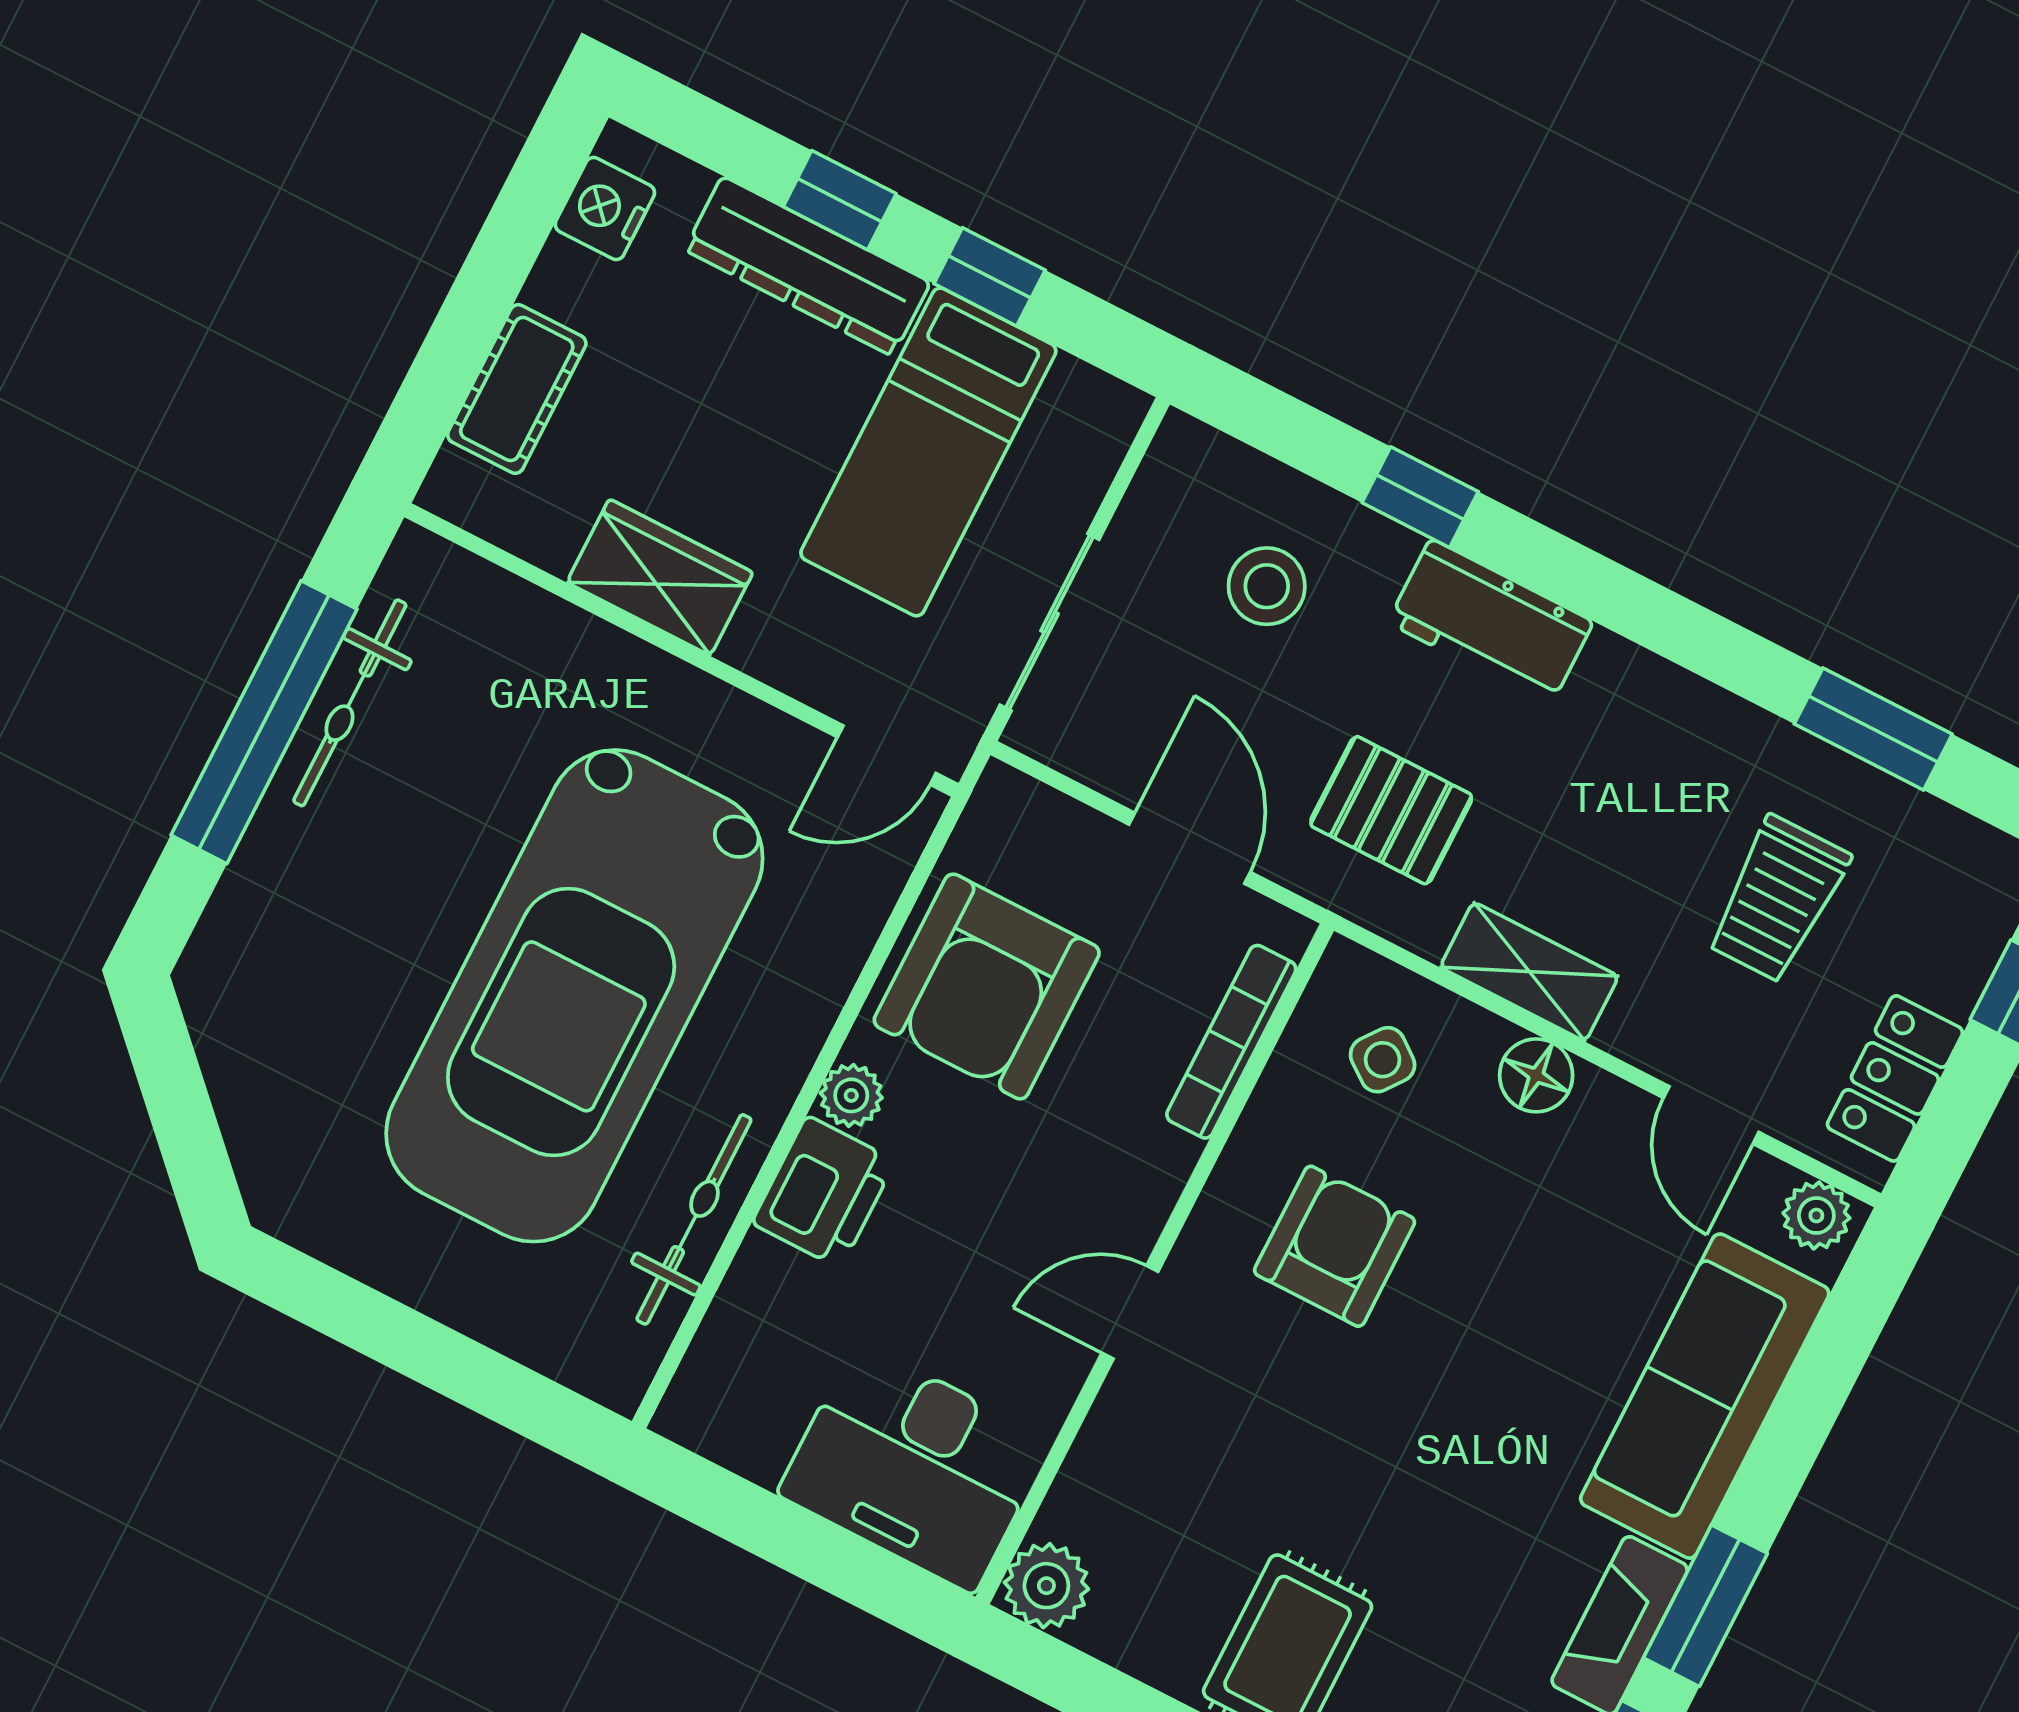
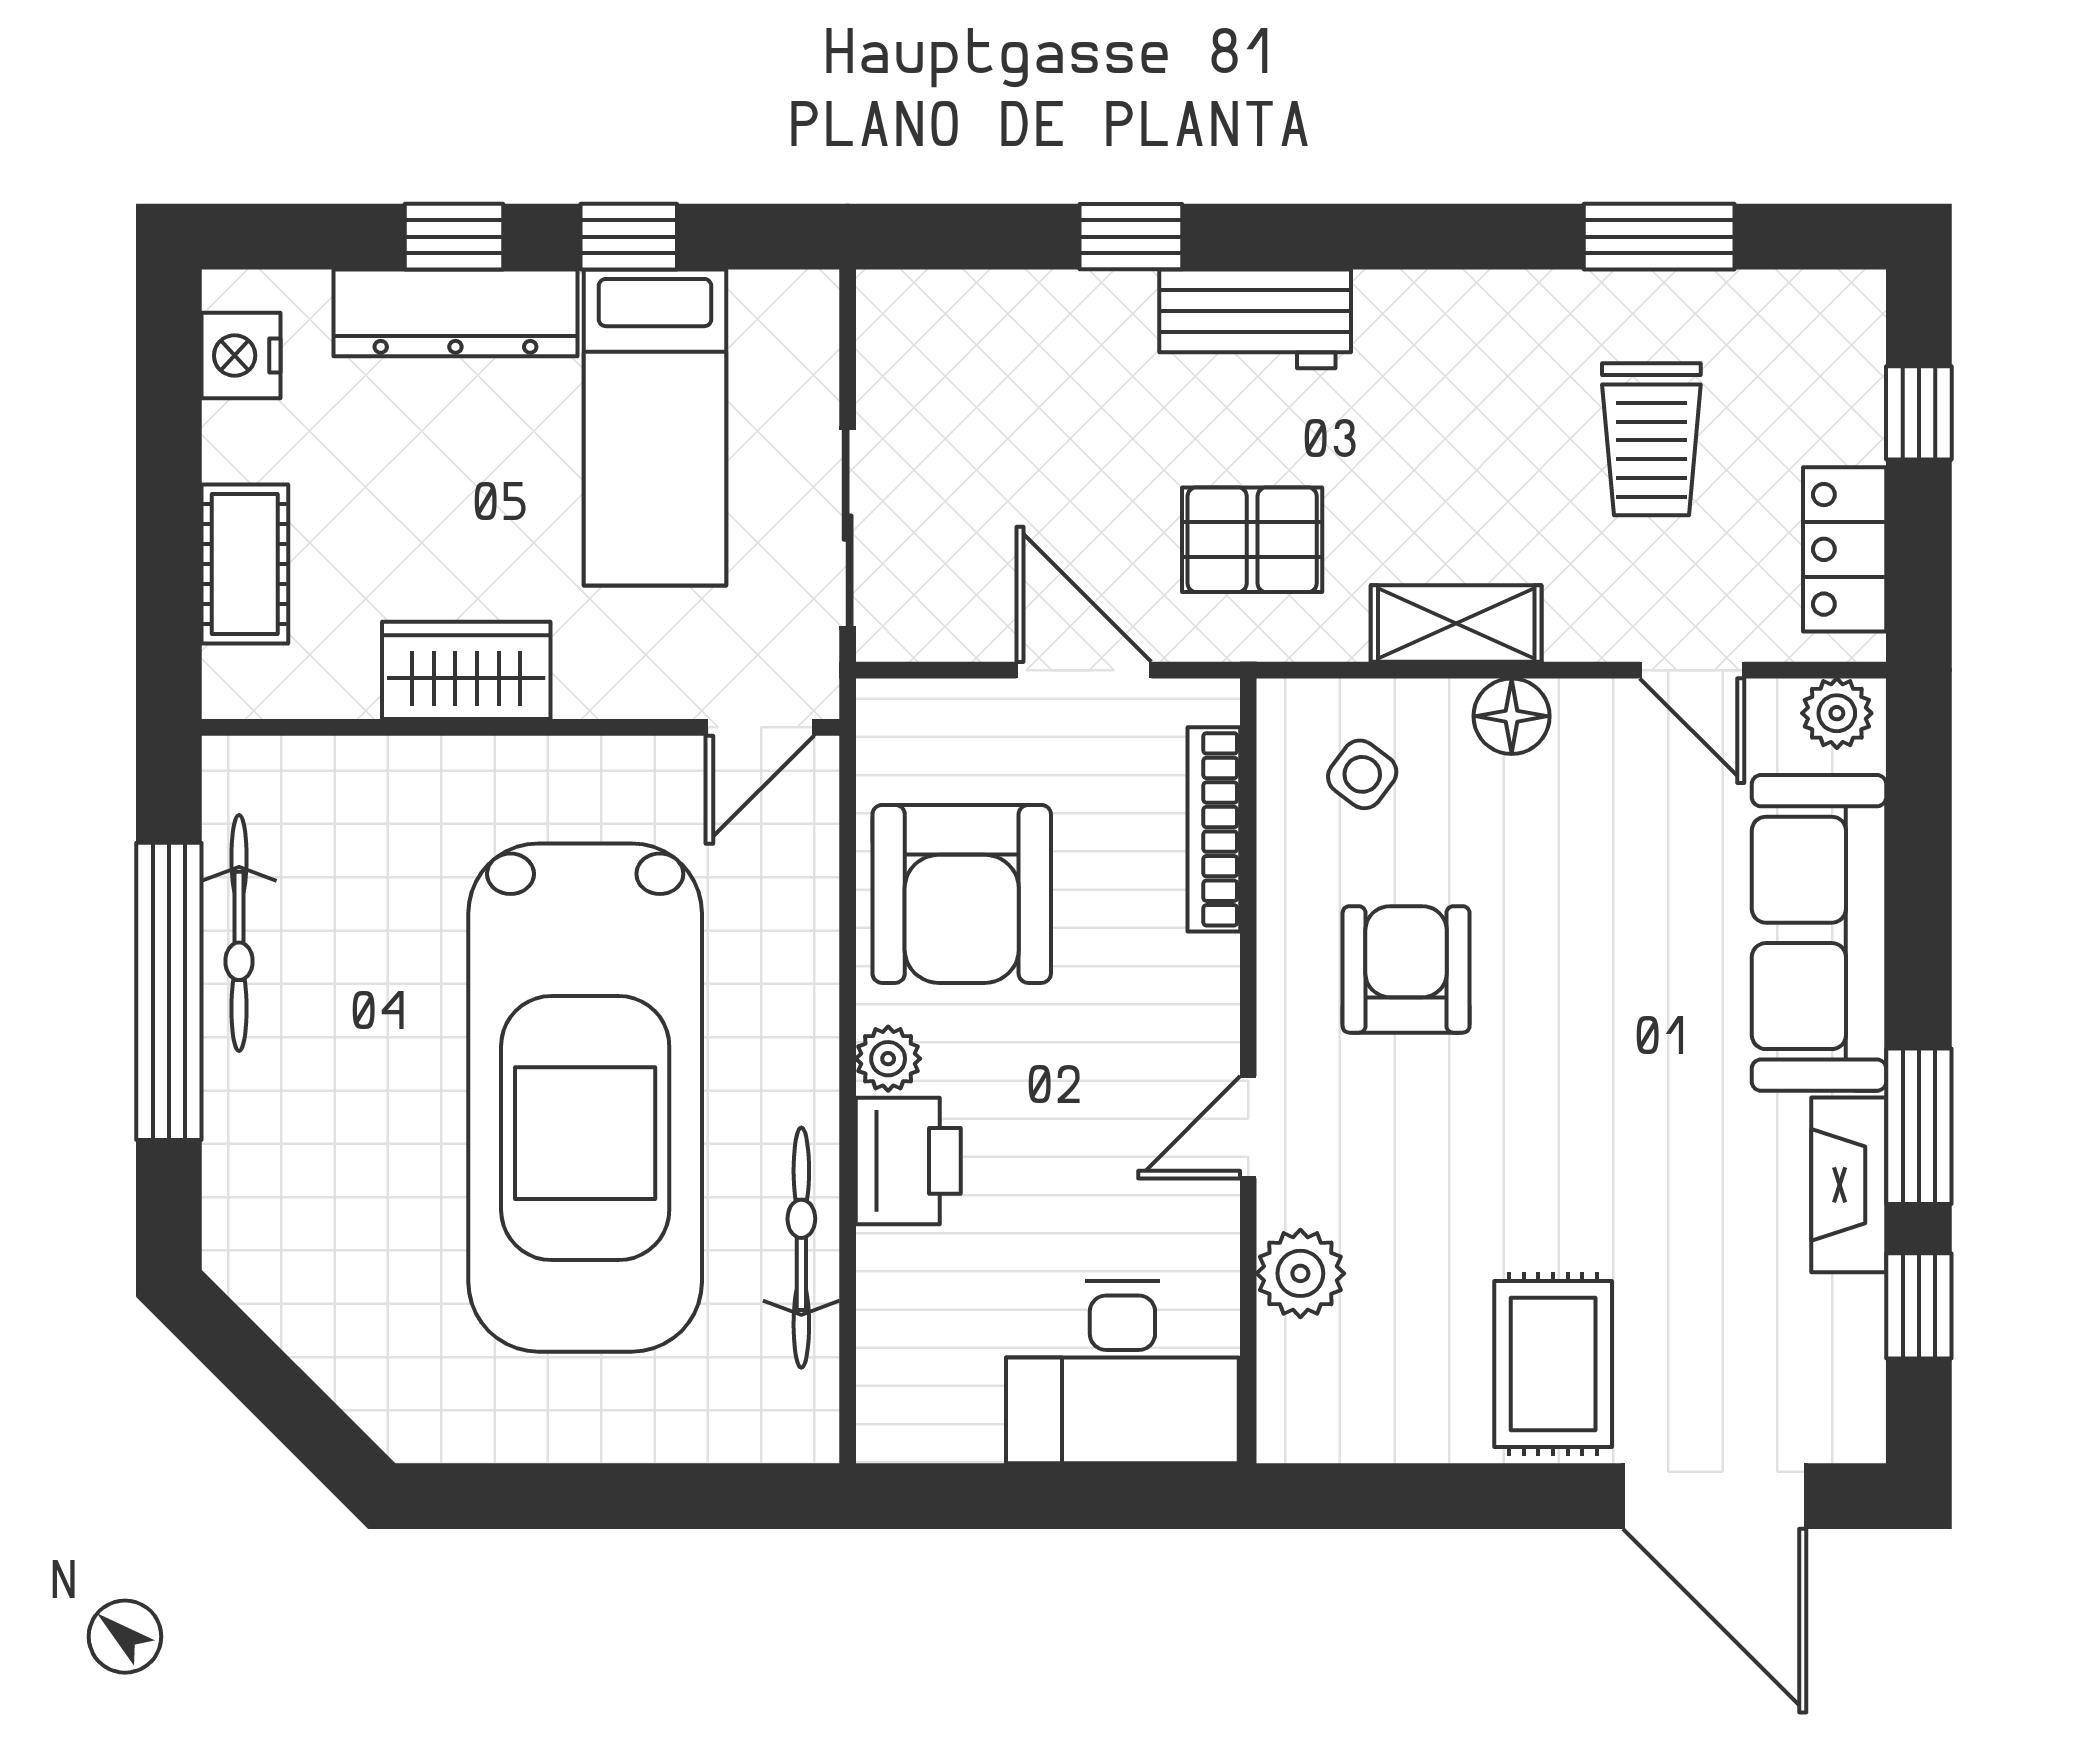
stool: (1267, 586) -> (1031, 392), removed
plant: (1046, 1586) -> (1300, 1273), moved

